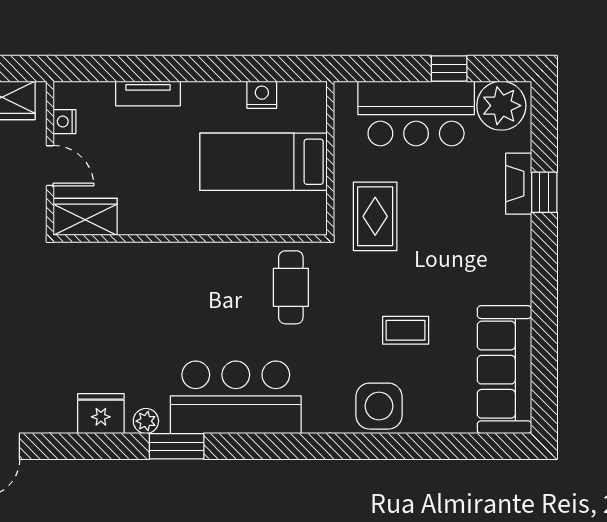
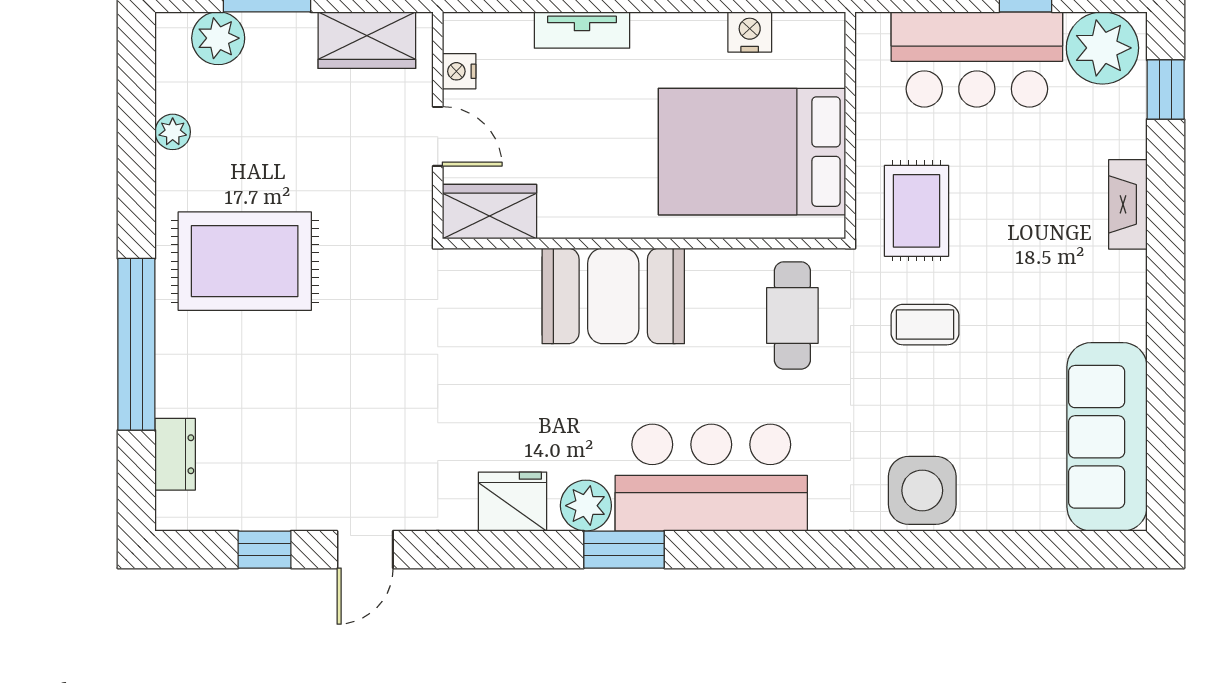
bed: (263, 162) -> (752, 152), width x1.50
fireplace: (519, 184) -> (1128, 204), moved
window: (544, 192) -> (1166, 90), moved
booth: (169, 274) -> (613, 296), added
coffee table: (406, 330) -> (925, 325), moved
plant: (146, 421) -> (586, 506), width x1.38, depth x1.38

